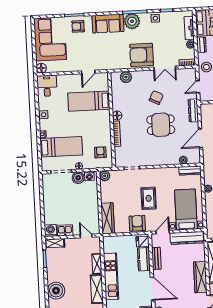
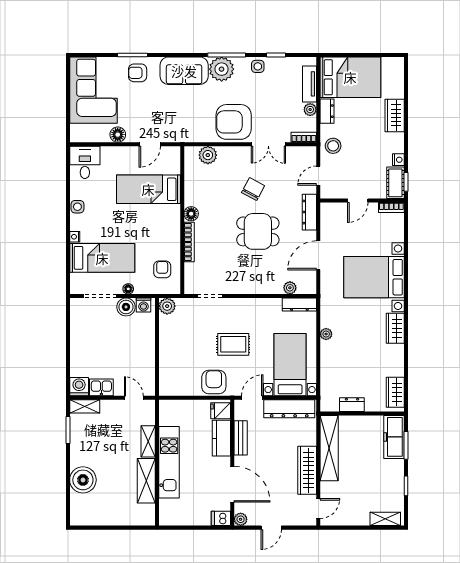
floor lamp: (41, 68) -> (118, 135), moved
rug: (149, 198) -> (233, 344), turned 90
wardrobe: (108, 218) -> (168, 372), removed

